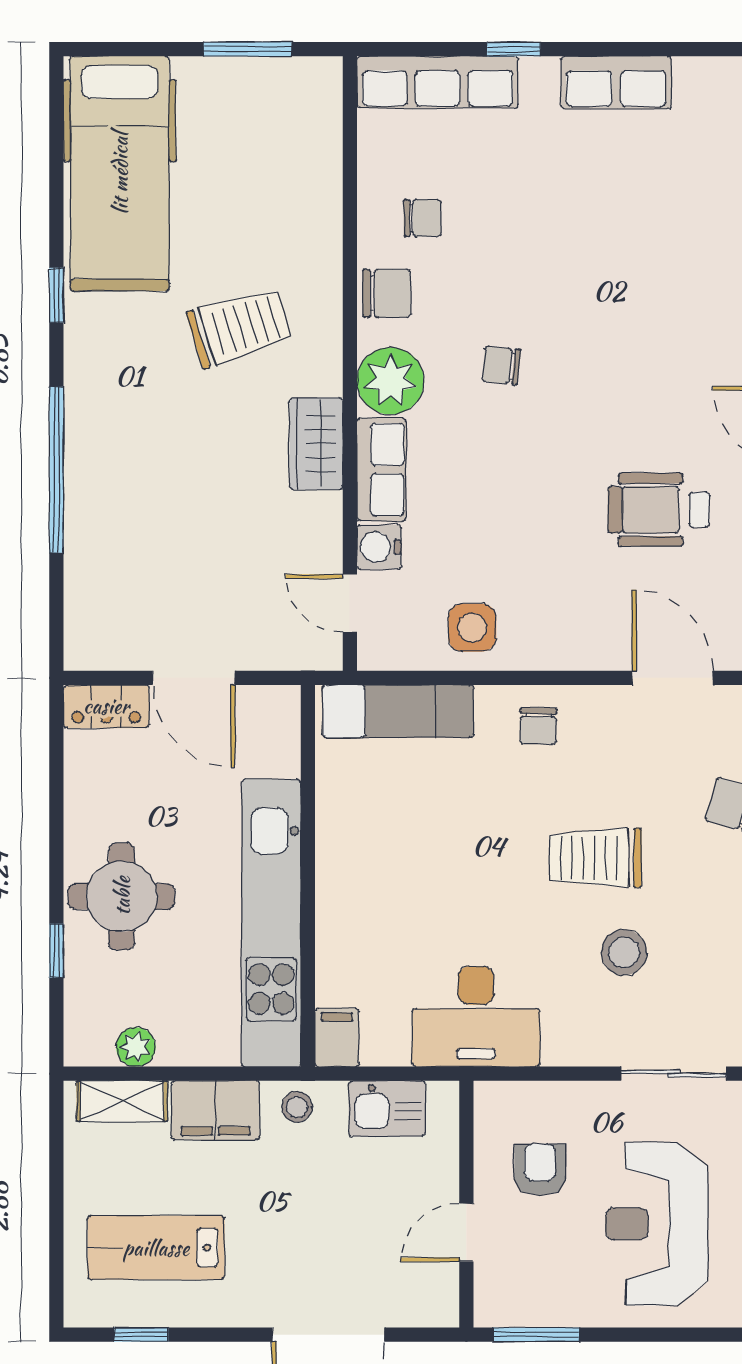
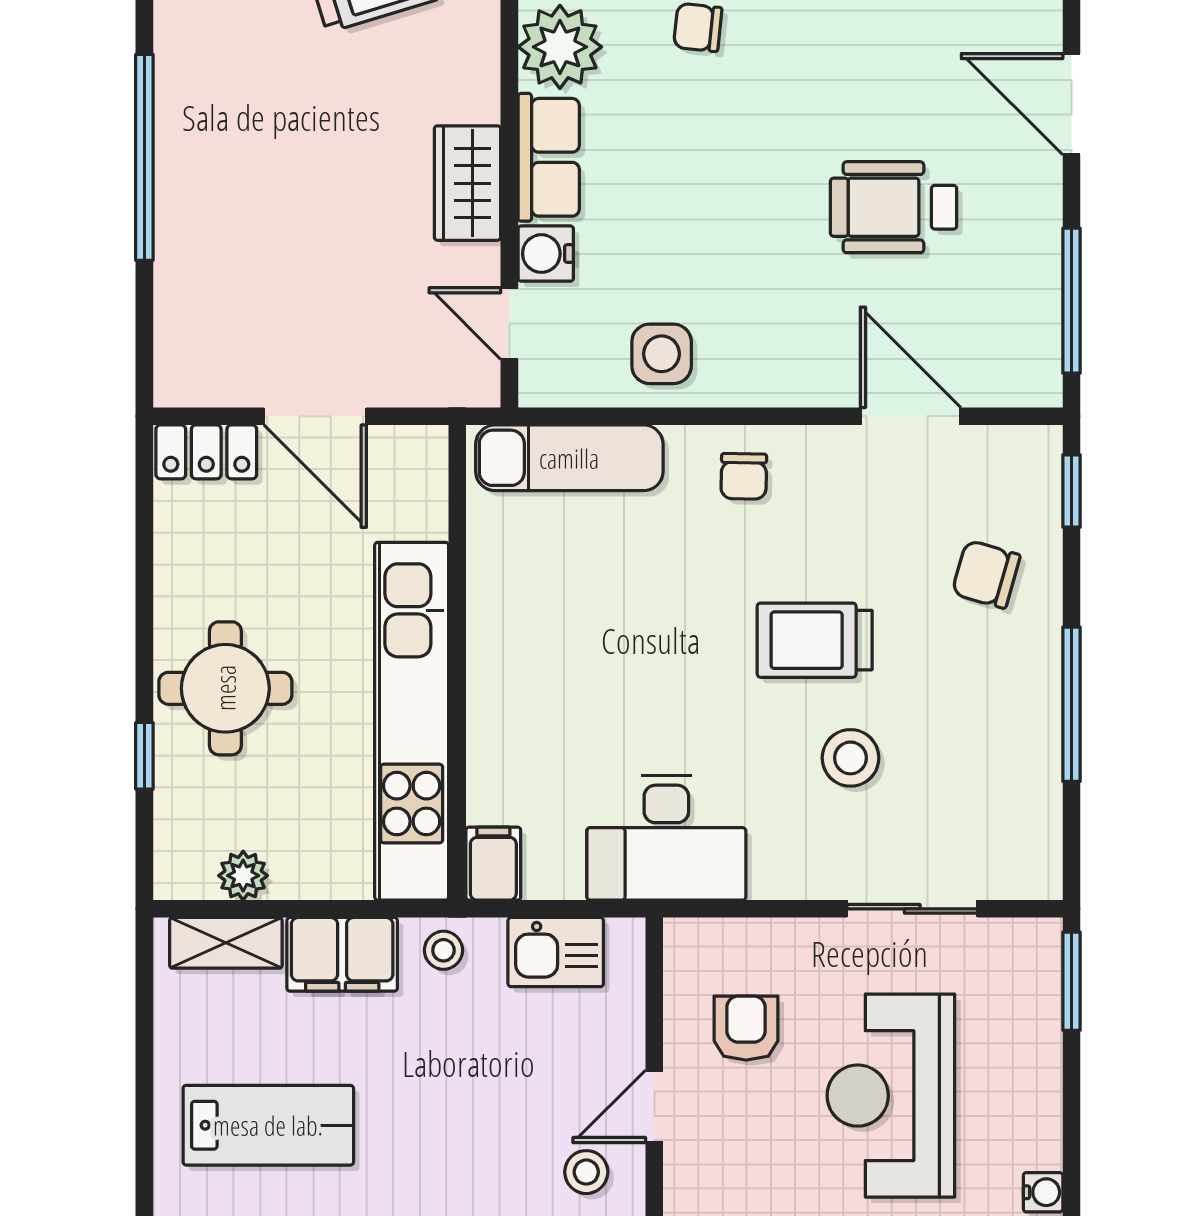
wardrobe: (316, 444) -> (468, 183), moved
lab bench: (156, 1248) -> (268, 1125), turned 180
stool: (412, 1285) -> (586, 1172), added

